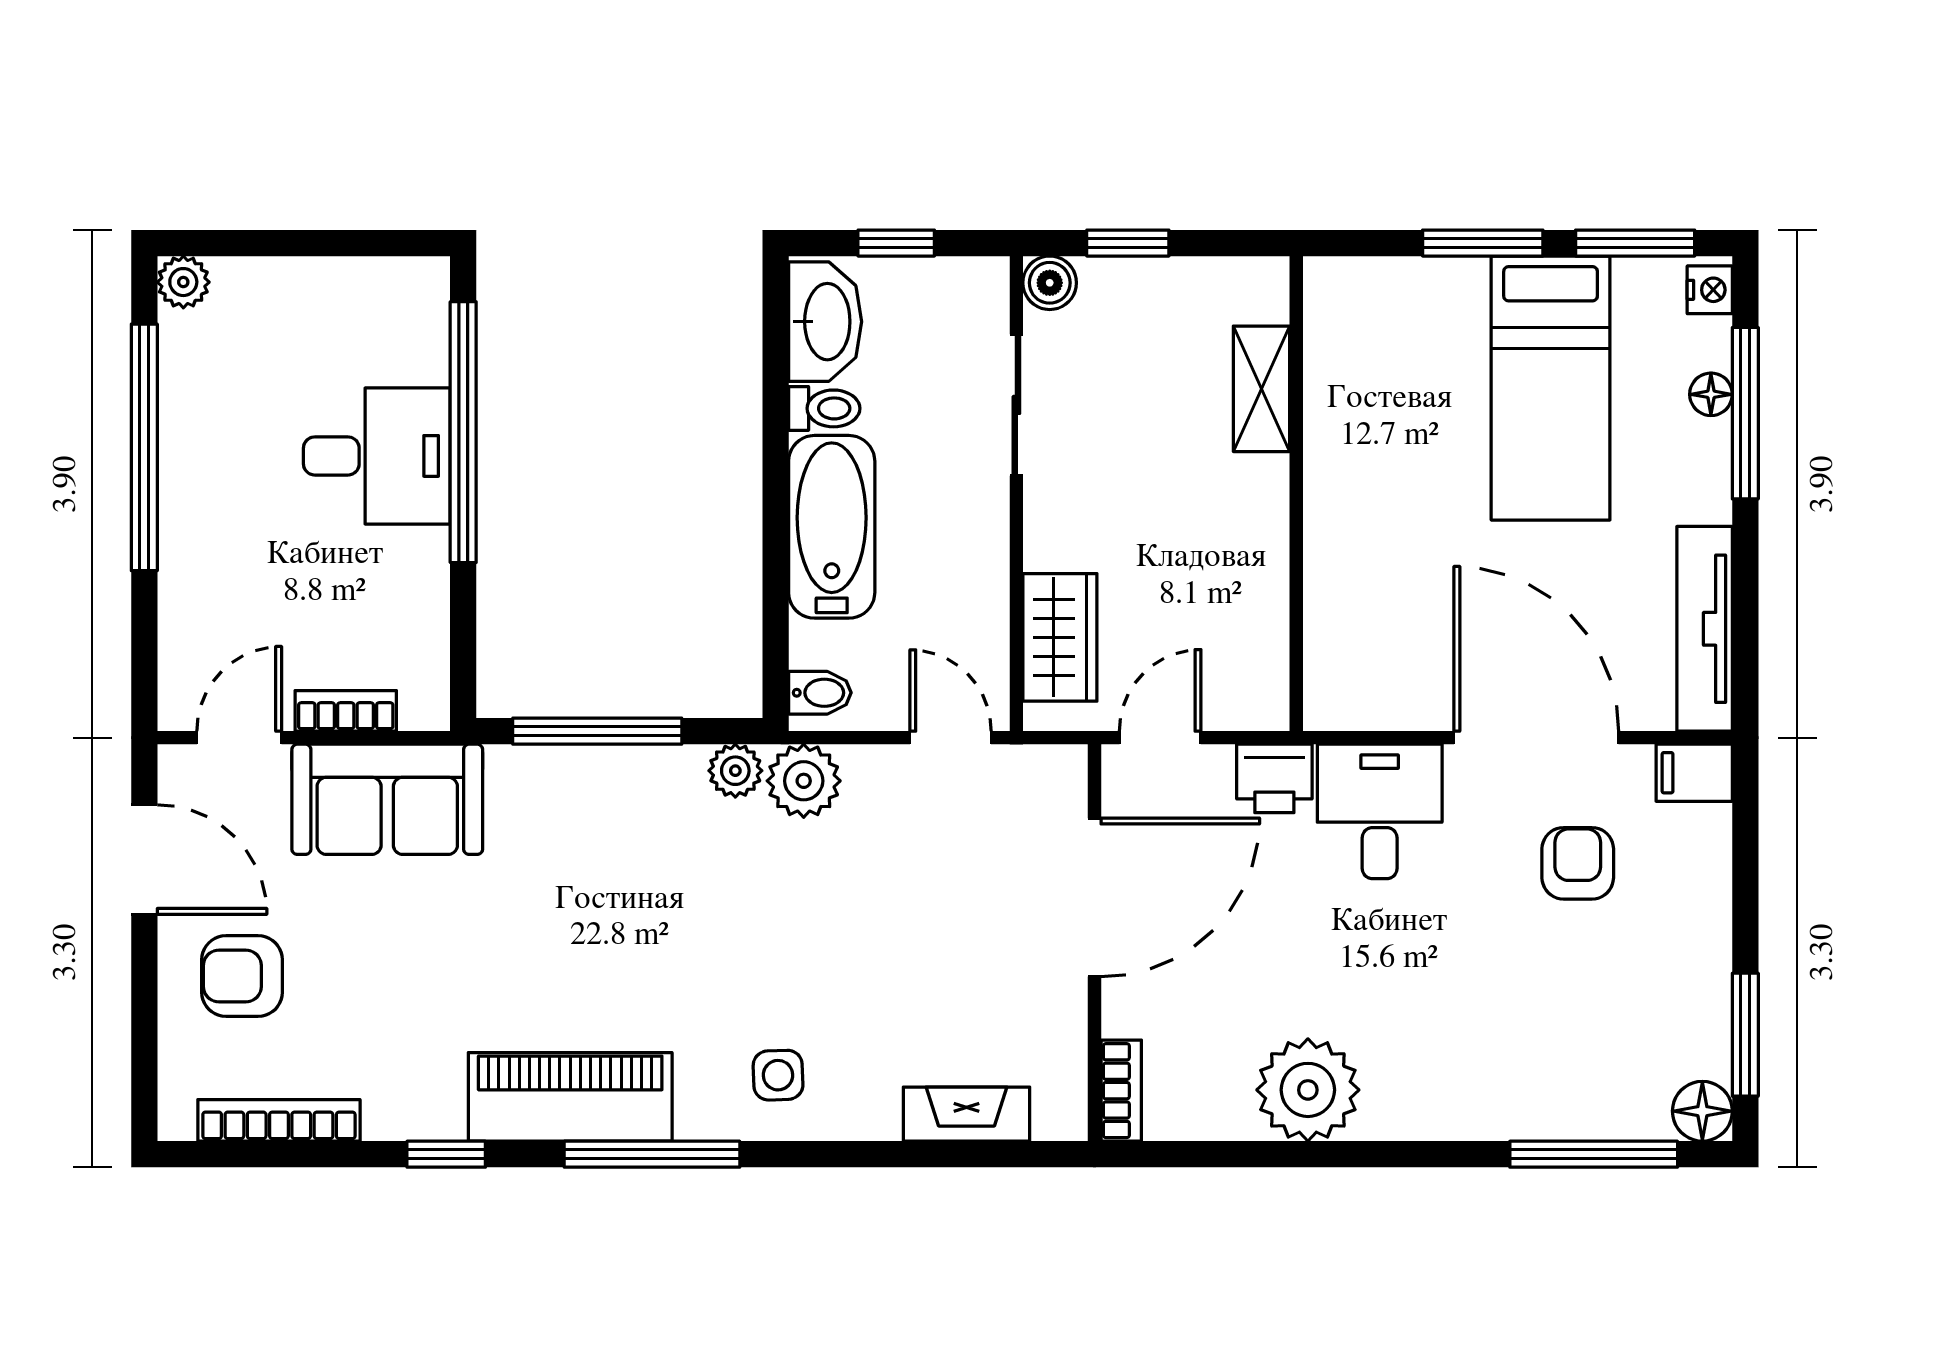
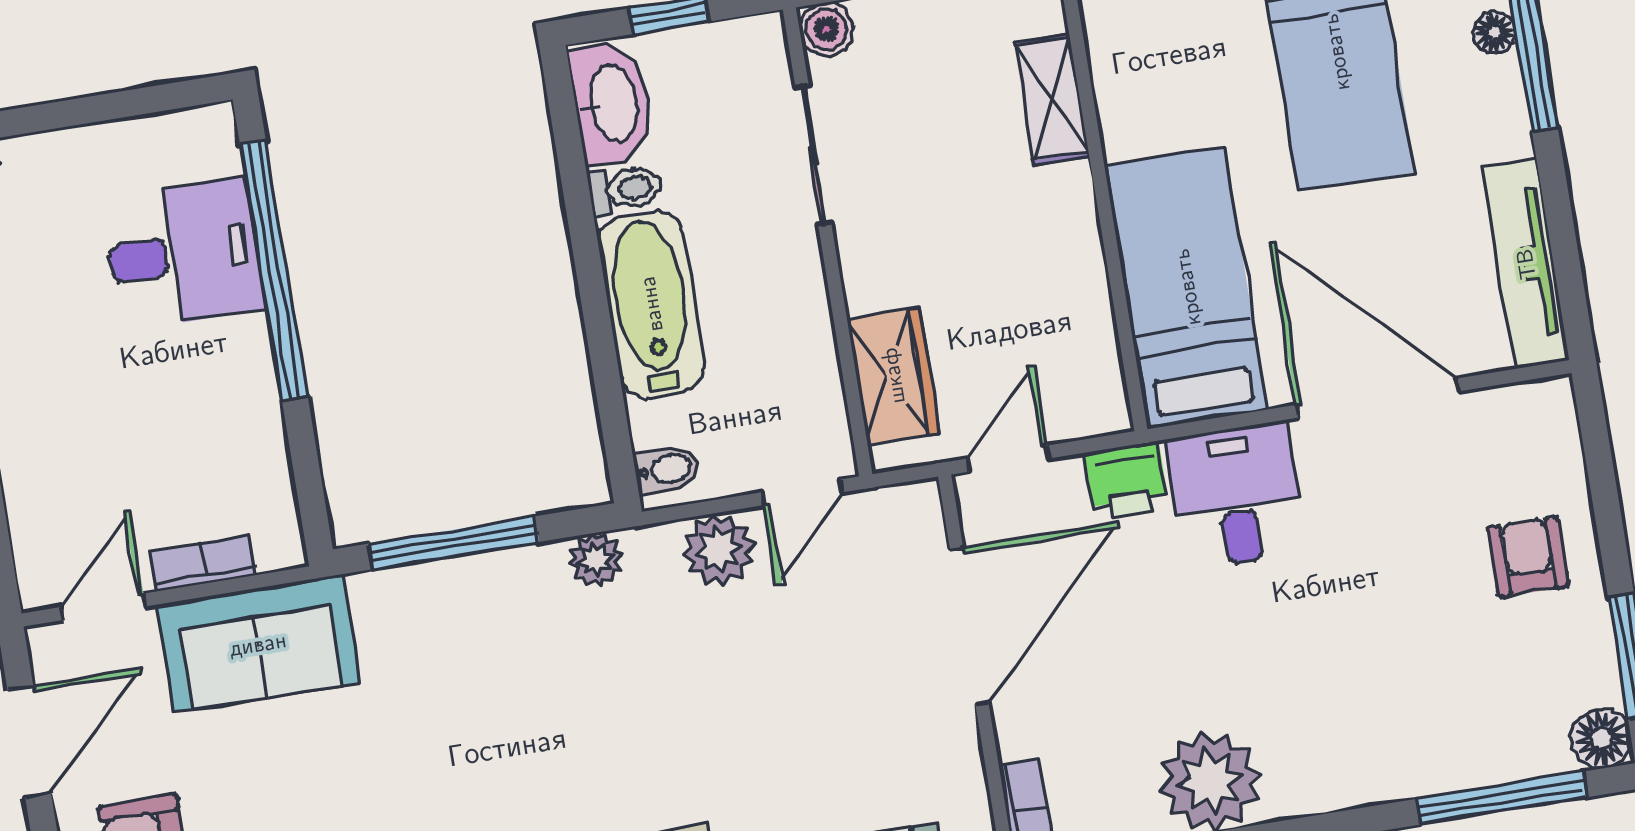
desk: (377, 456) -> (184, 253), moved
bed: (1365, 597) -> (1187, 287), added
door: (951, 738) -> (802, 492), swing flipped
filing cabinet: (1694, 773) -> (1539, 407), removed
plant: (804, 781) -> (719, 550), moved
door: (144, 860) -> (29, 742), hinge flipped
armchair: (1578, 863) -> (1528, 557), moved

